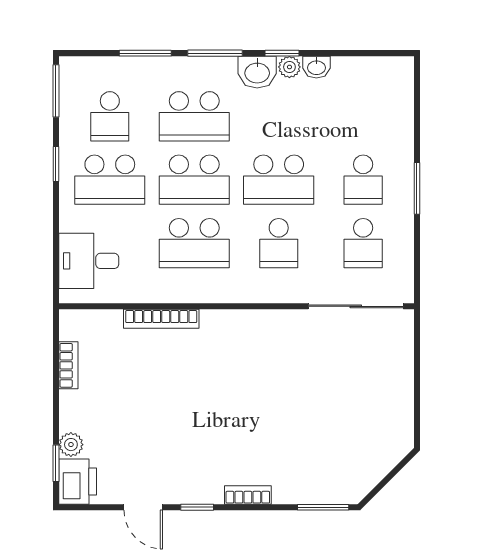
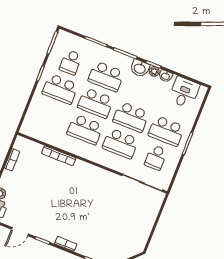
school desk: (363, 180) -> (166, 131), width x1.85
school desk: (279, 243) -> (120, 143), width x1.85
desk: (89, 261) -> (184, 92), moved, turned 90
door: (143, 507) -> (20, 232), hinge flipped

